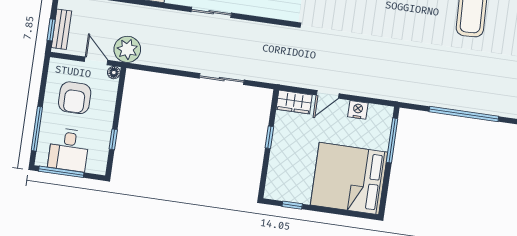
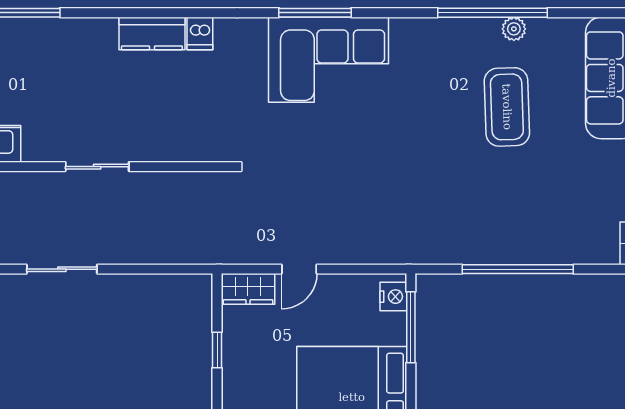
sliding door: (222, 79) -> (62, 269), moved
nightstand: (358, 110) -> (393, 297), moved, turned 90

